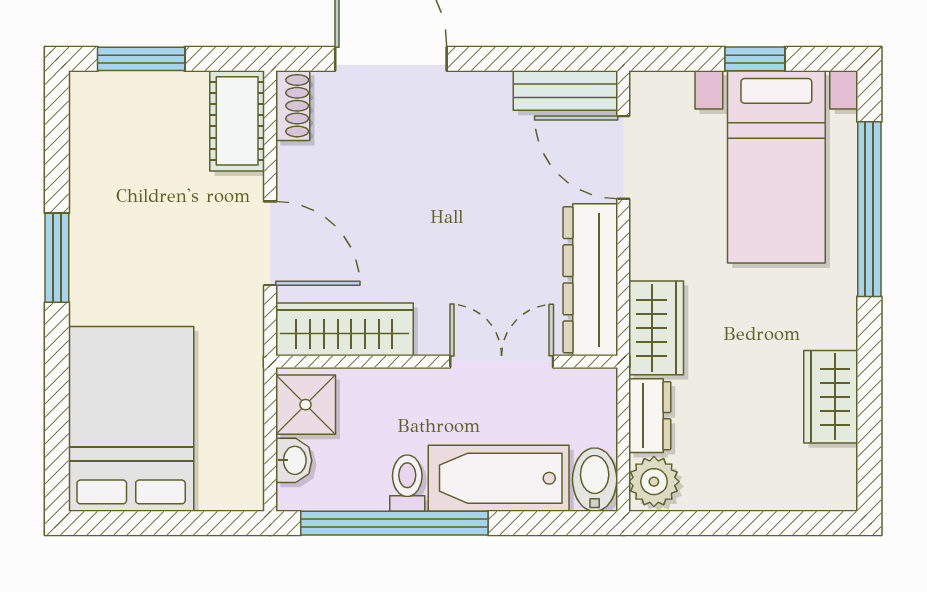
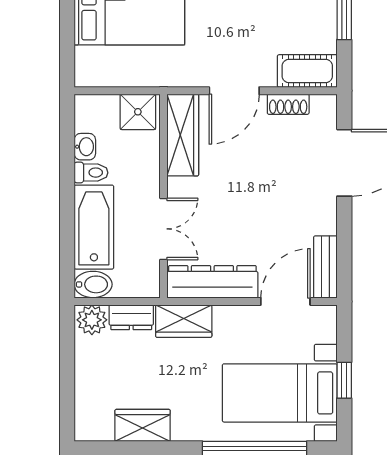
shoe rack: (293, 106) -> (288, 104), moved
washbasin: (294, 460) -> (85, 147), moved, turned -90
window: (394, 523) -> (67, 165), removed

